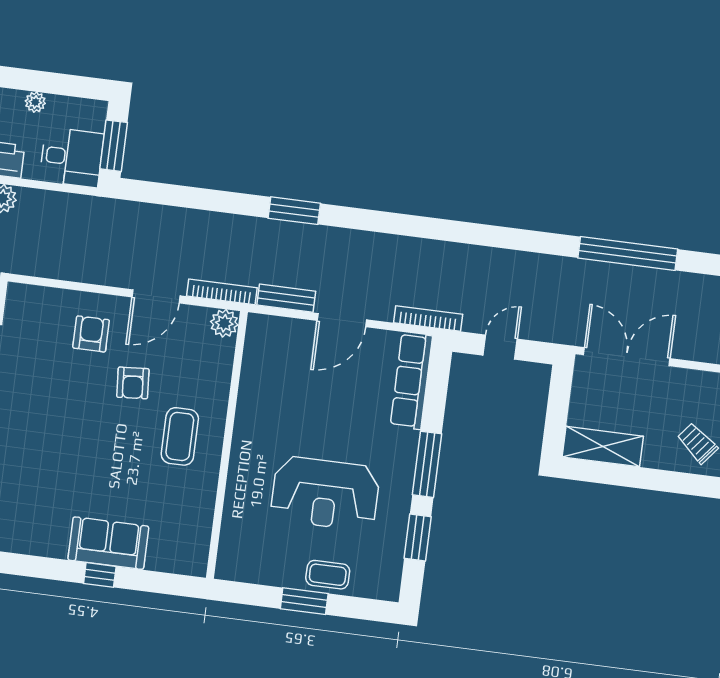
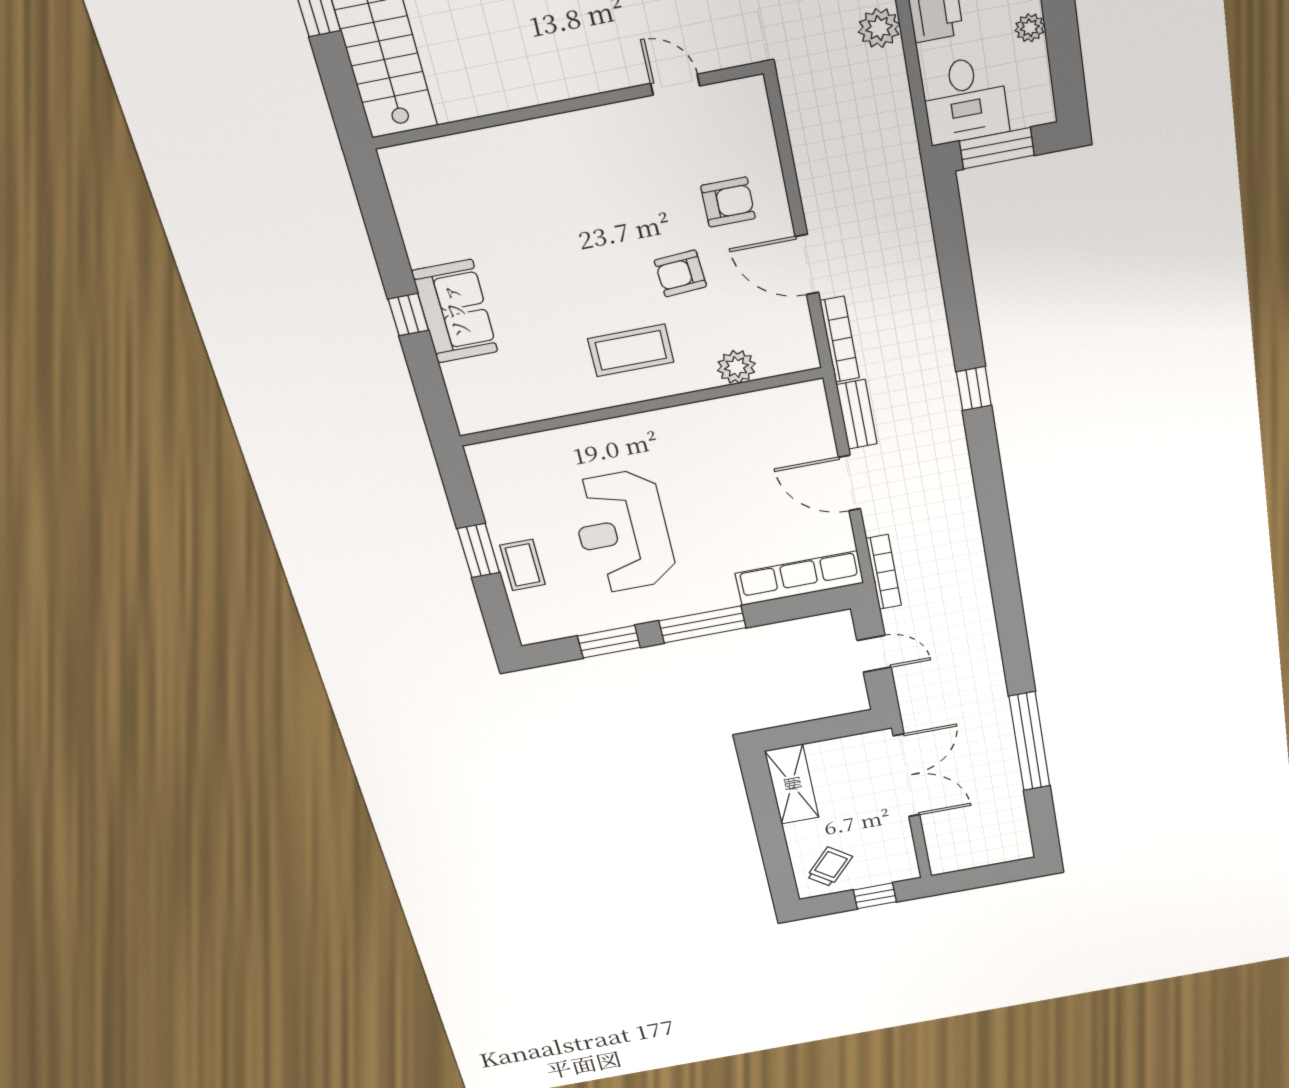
window: (294, 211) -> (974, 389), width x0.67
plant: (224, 323) -> (736, 367), moved

